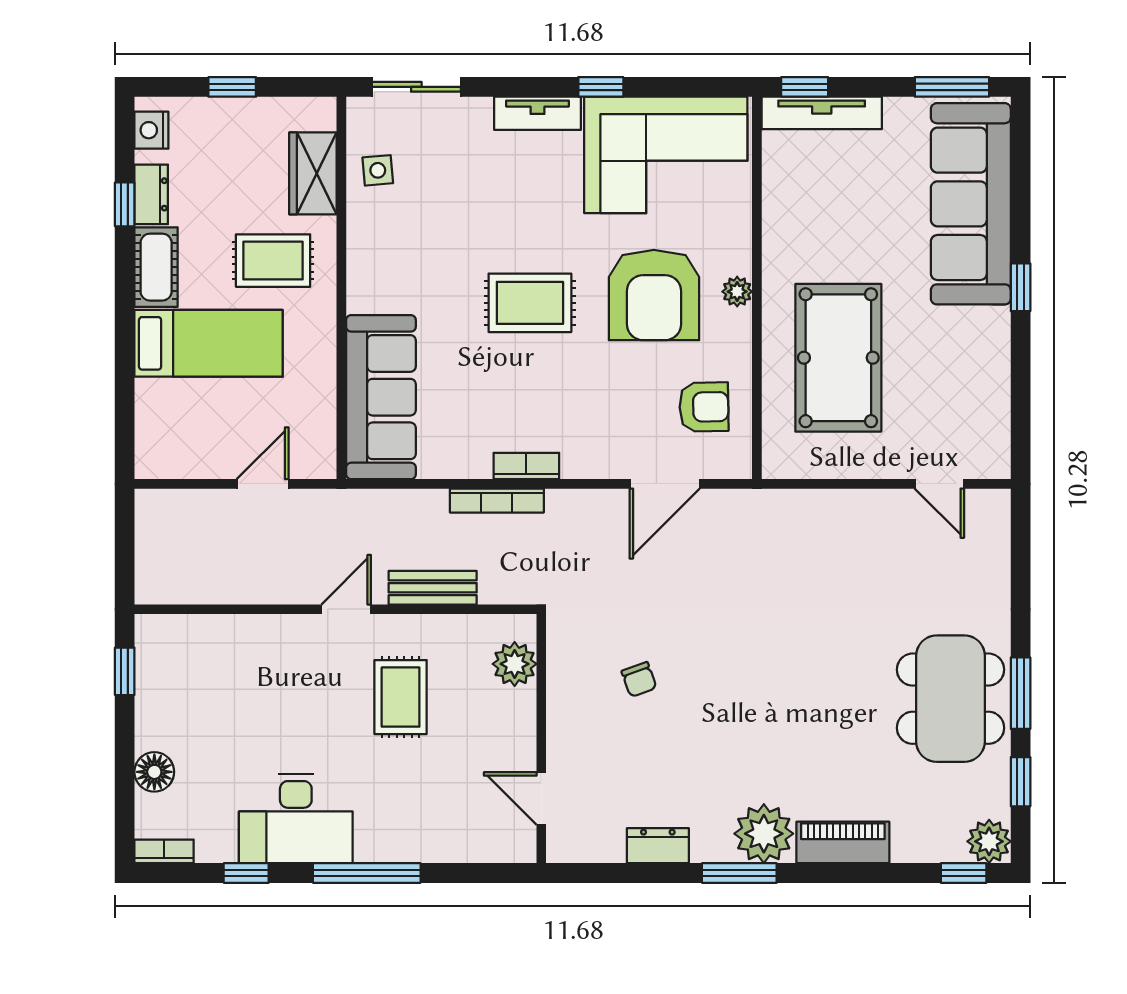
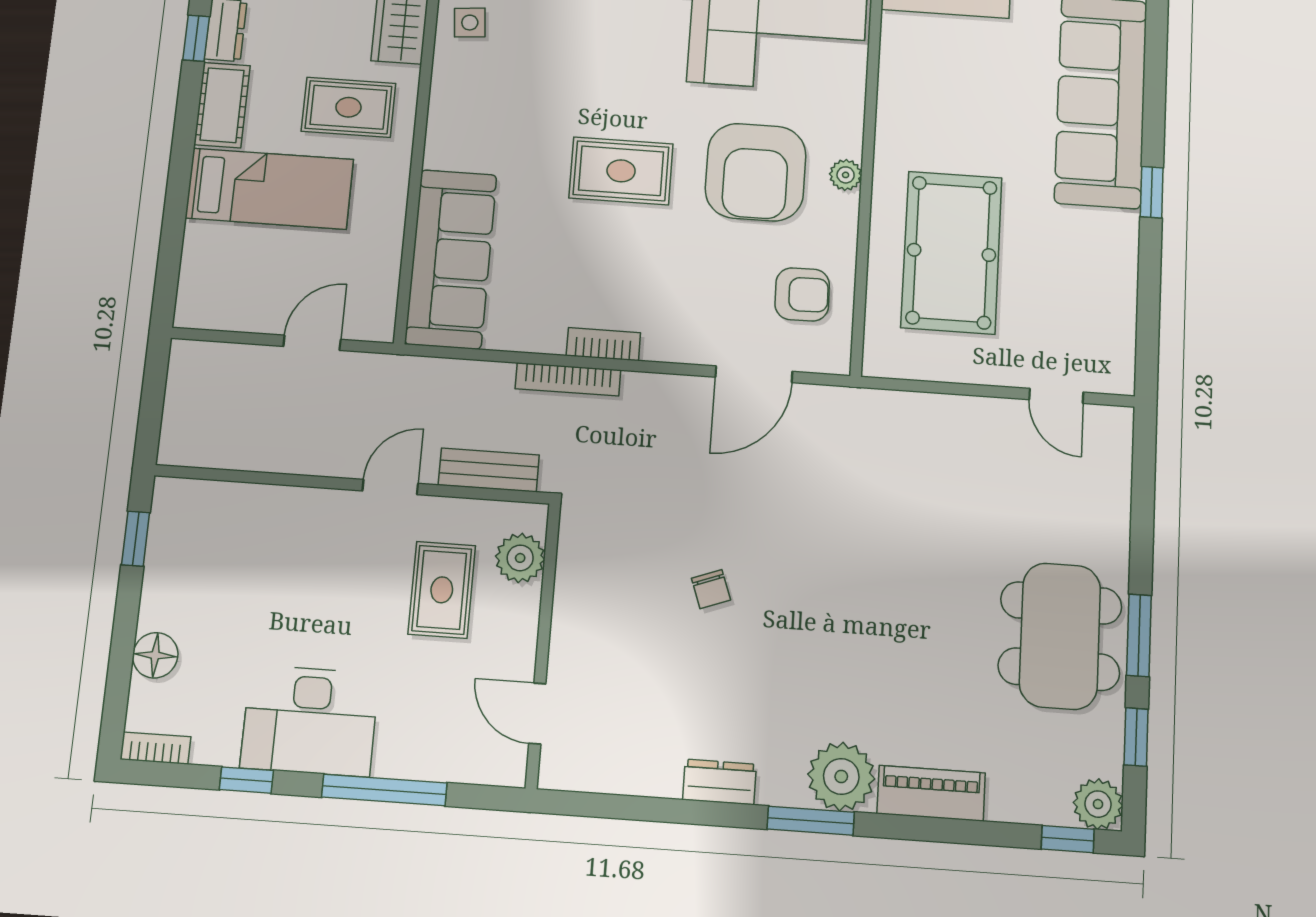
plant: (515, 664) -> (520, 558), moved
wall: (541, 739) -> (543, 645), moved
door: (541, 798) -> (537, 714), moved

